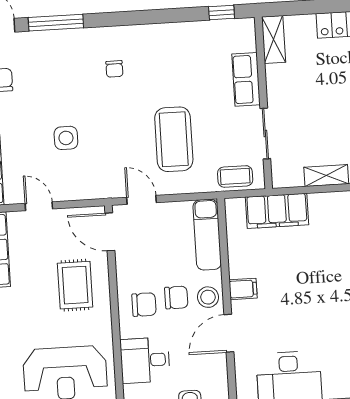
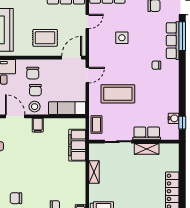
water cooler: (214, 30) -> (174, 118), added
shelving: (274, 40) -> (147, 149), moved
row of seats: (65, 41) -> (173, 41), added

